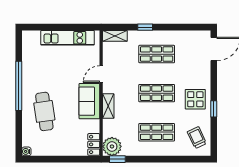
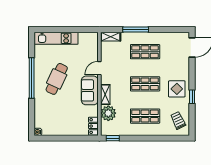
window: (145, 27) -> (136, 30), width x2.17
kitchen unit: (68, 38) -> (56, 38), moved
cafe table: (44, 111) -> (57, 79), moved, turned 33
plant: (112, 146) -> (108, 113), moved

